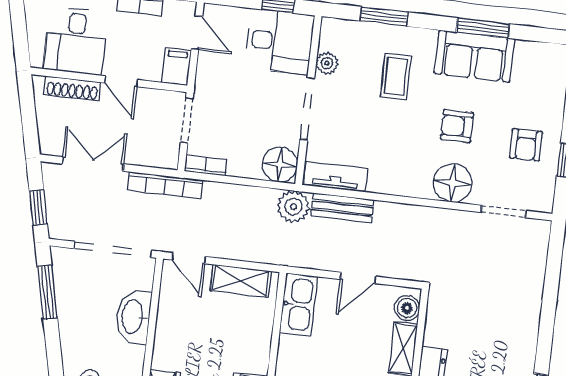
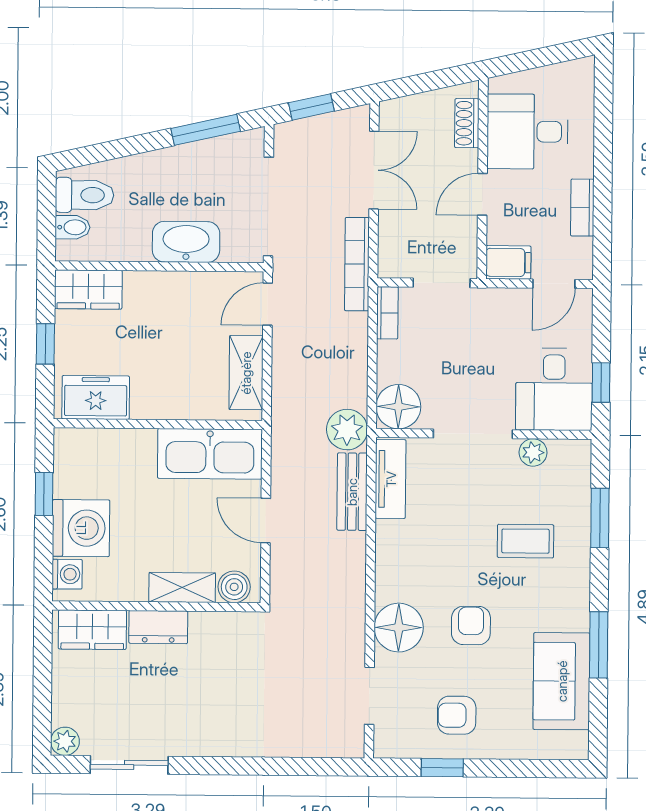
sofa: (474, 56) -> (562, 681), moved
shoe rack: (72, 88) -> (467, 123), width x0.70
kitchen sink: (298, 305) -> (210, 454), width x1.36, depth x1.24

